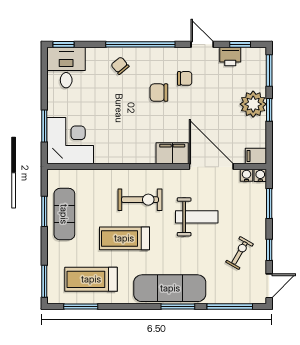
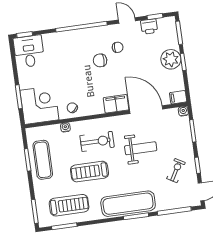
chair: (120, 66) -> (72, 108), moved
water cooler: (247, 175) -> (65, 127), moved
treadmill: (91, 279) -> (69, 205), turned 180

